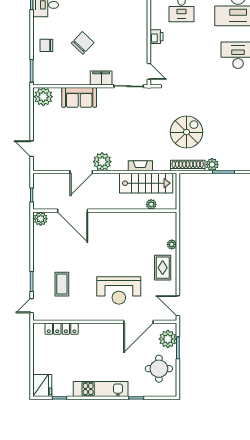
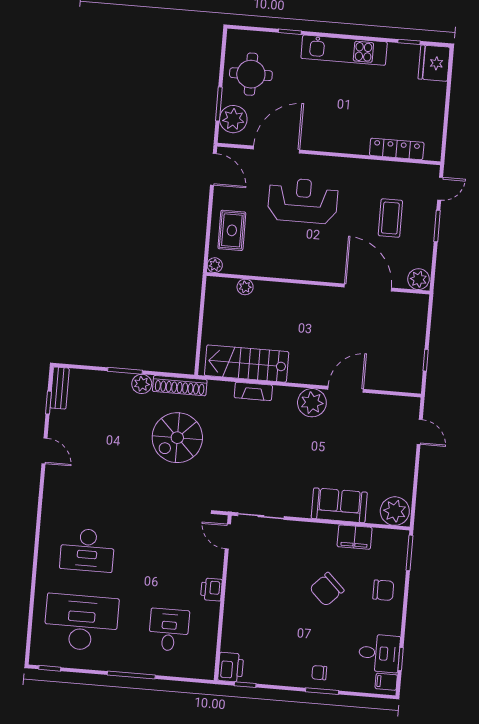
filing cabinet: (101, 78) -> (355, 537), moved
plant: (151, 204) -> (245, 287), moved
door: (73, 211) -> (368, 287), moved
wall: (105, 211) -> (318, 283), moved
plant: (41, 219) -> (418, 279), moved

